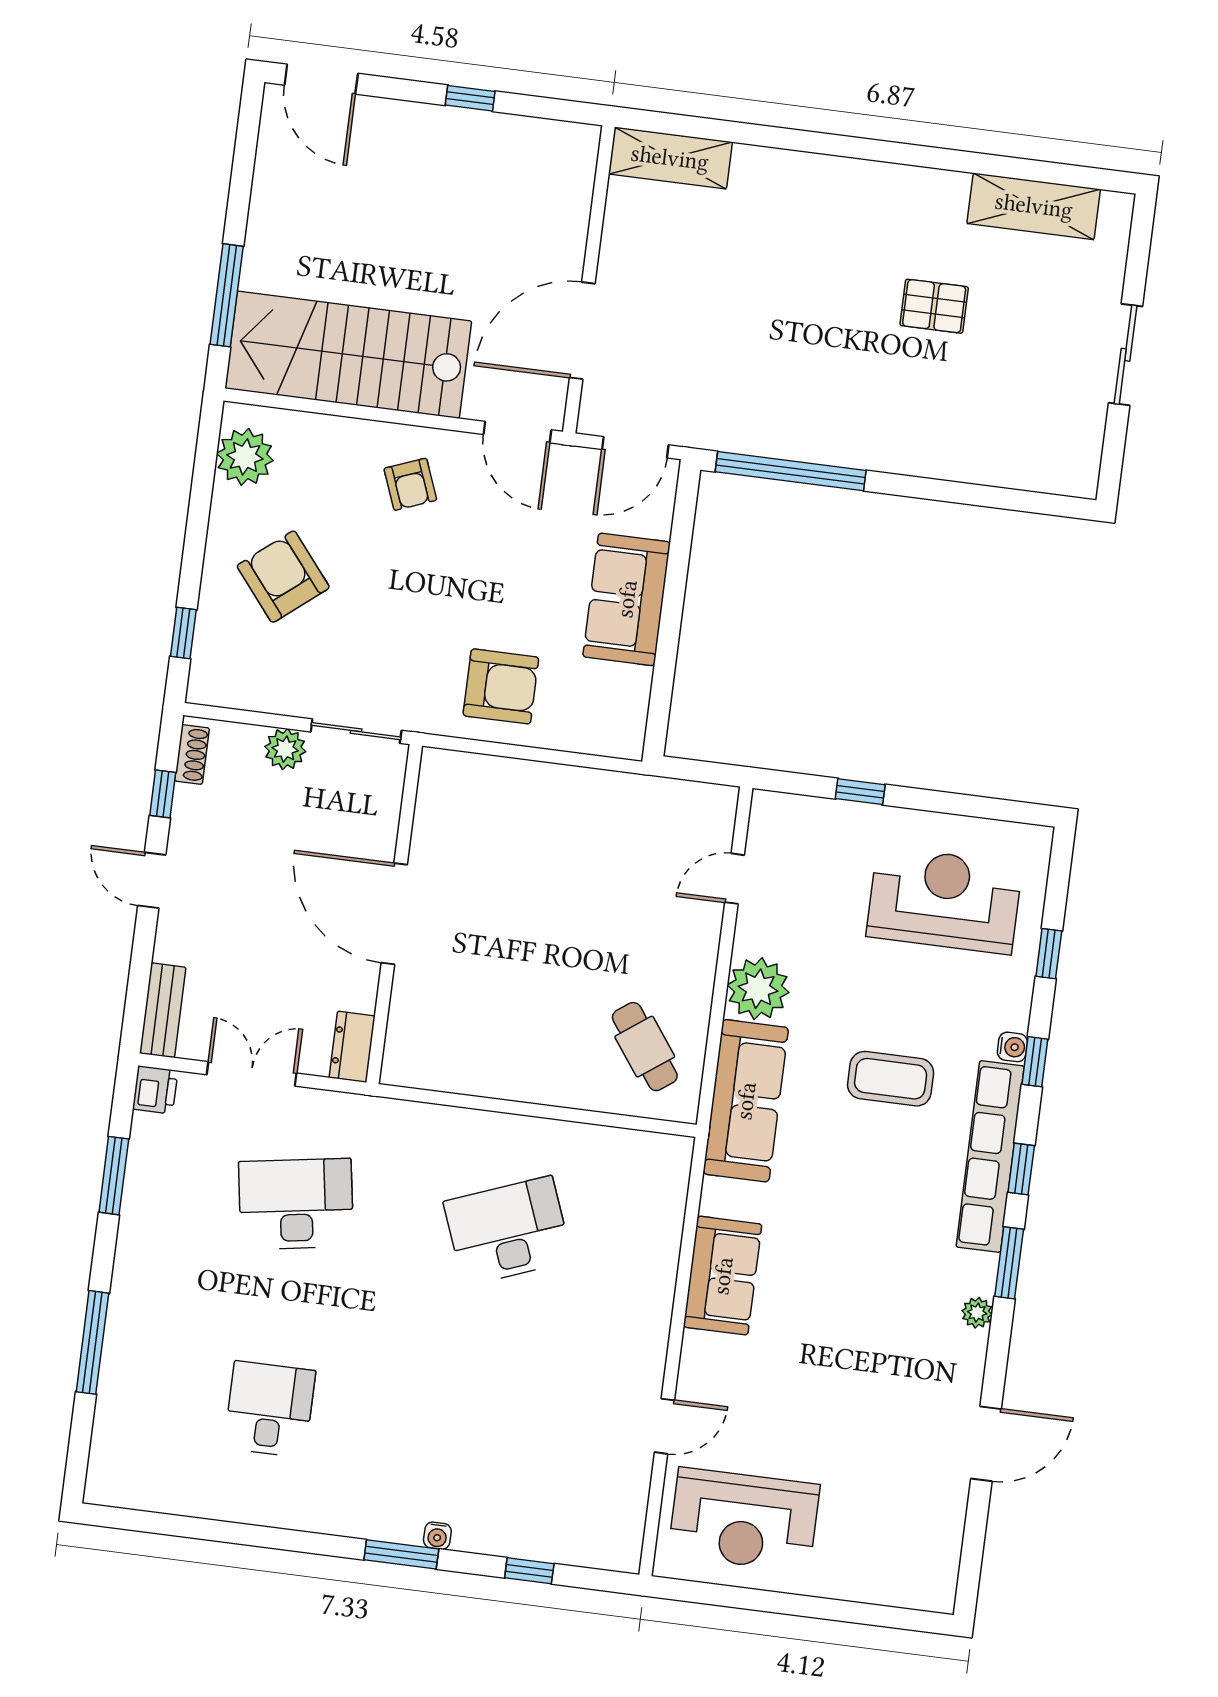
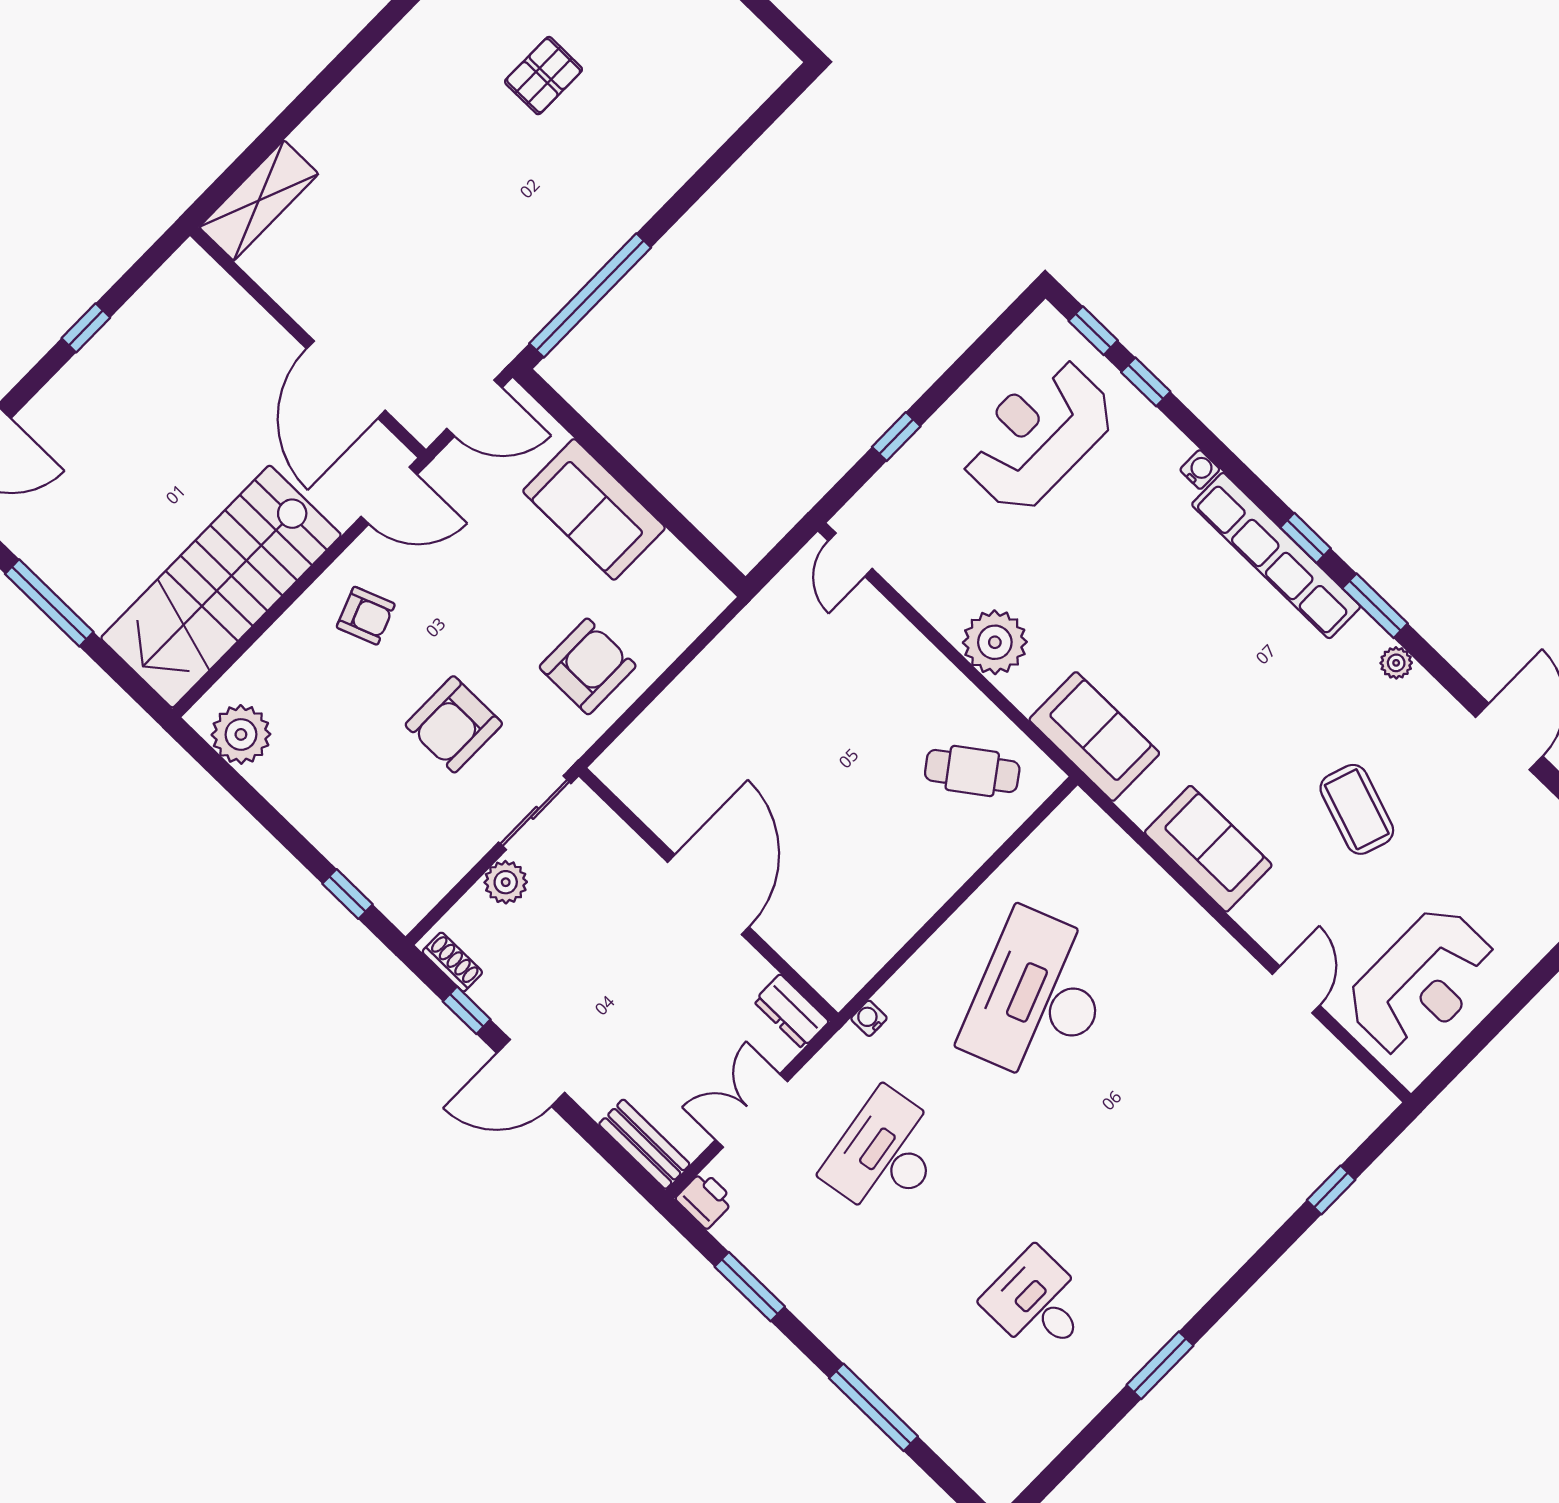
window: (227, 295) -> (49, 603), moved
door: (635, 447) -> (474, 408), hinge flipped
armchair: (283, 577) -> (454, 724), moved, turned -51
door: (735, 879) -> (850, 555), moved
door: (152, 880) -> (531, 1073), width x1.38
door: (394, 914) -> (708, 894), swing flipped
window: (1035, 1062) -> (1093, 331), moved
coffee table: (891, 1079) -> (1357, 809), moved, turned -71
sofa: (746, 1101) -> (1094, 737), width x0.73
desk: (508, 1231) -> (1039, 998), width x1.36, depth x1.30
water cooler: (437, 1536) -> (869, 1018), moved, turned 180
window: (401, 1554) -> (1160, 1365), moved

